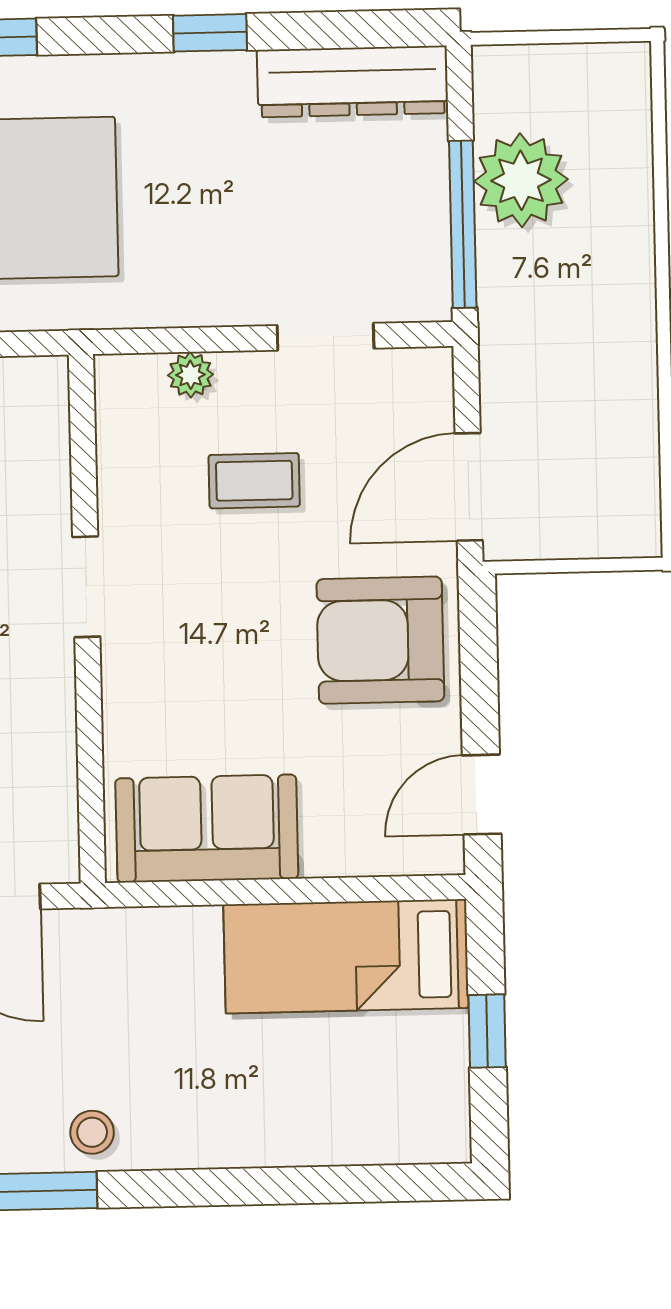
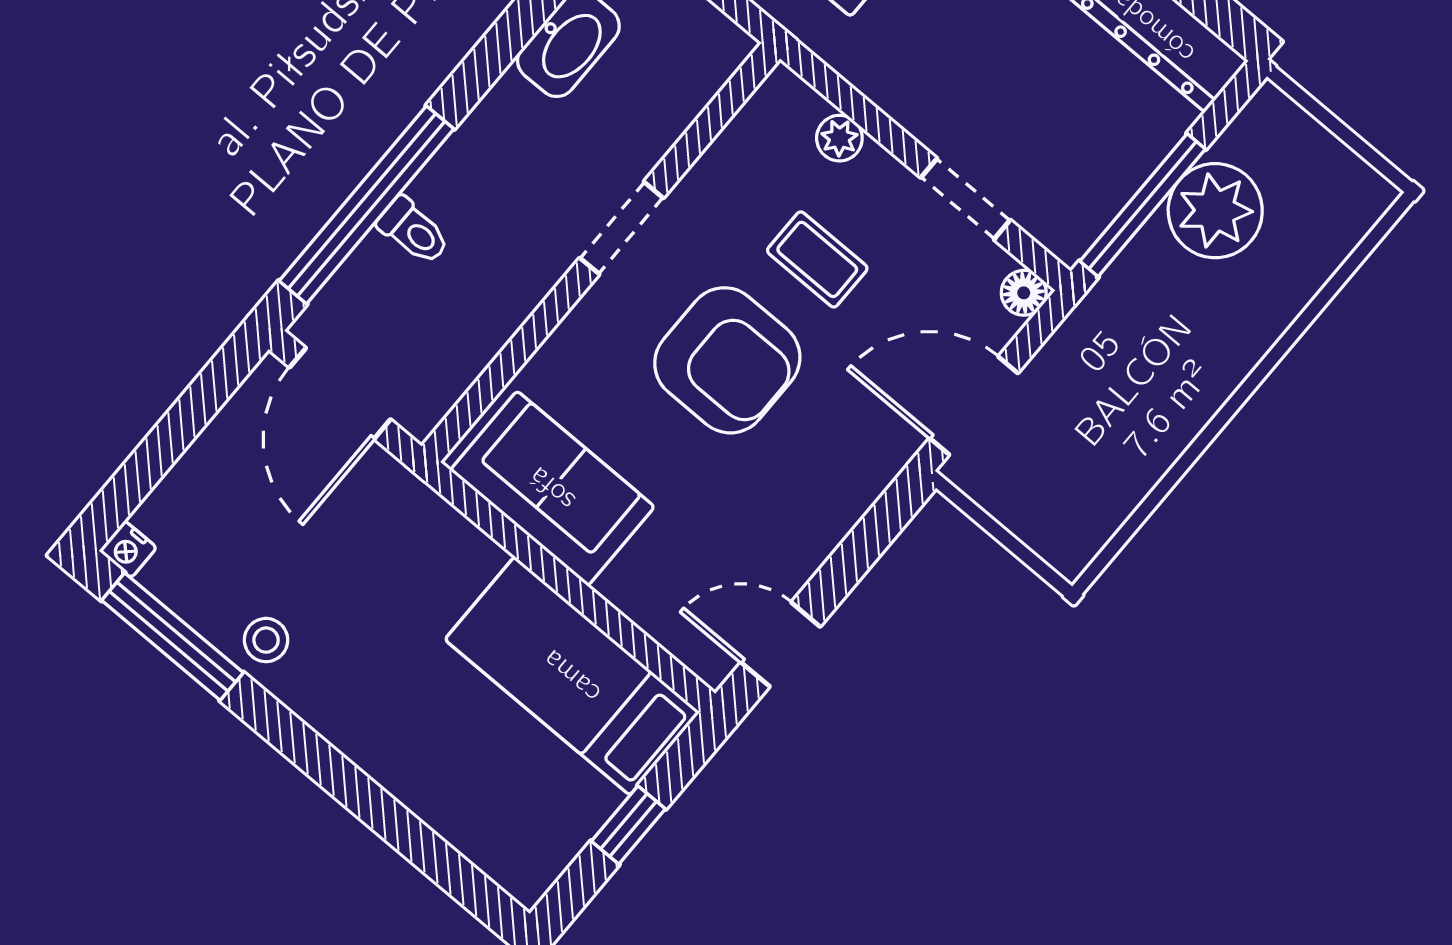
floor lamp: (432, 369) -> (1024, 293), added
armchair: (380, 640) -> (727, 360), moved, turned 180

